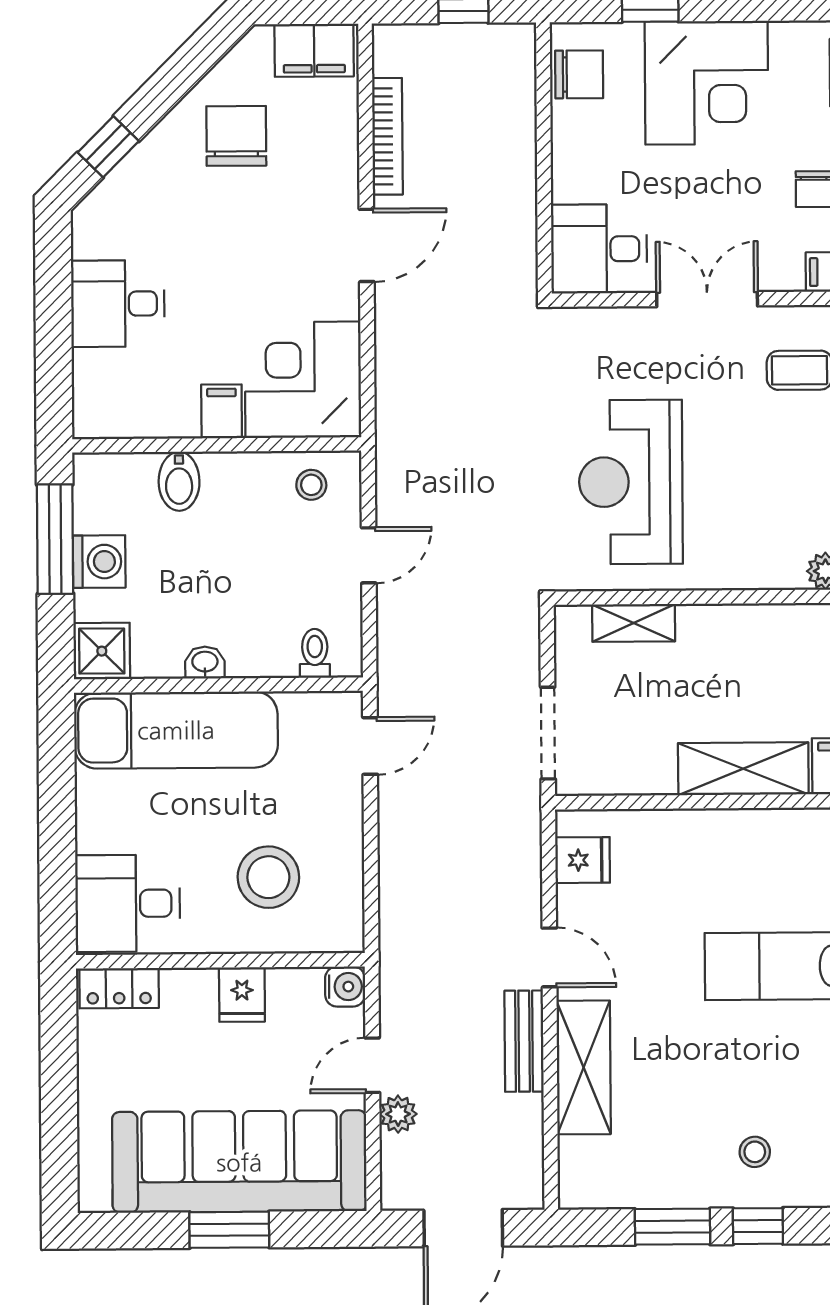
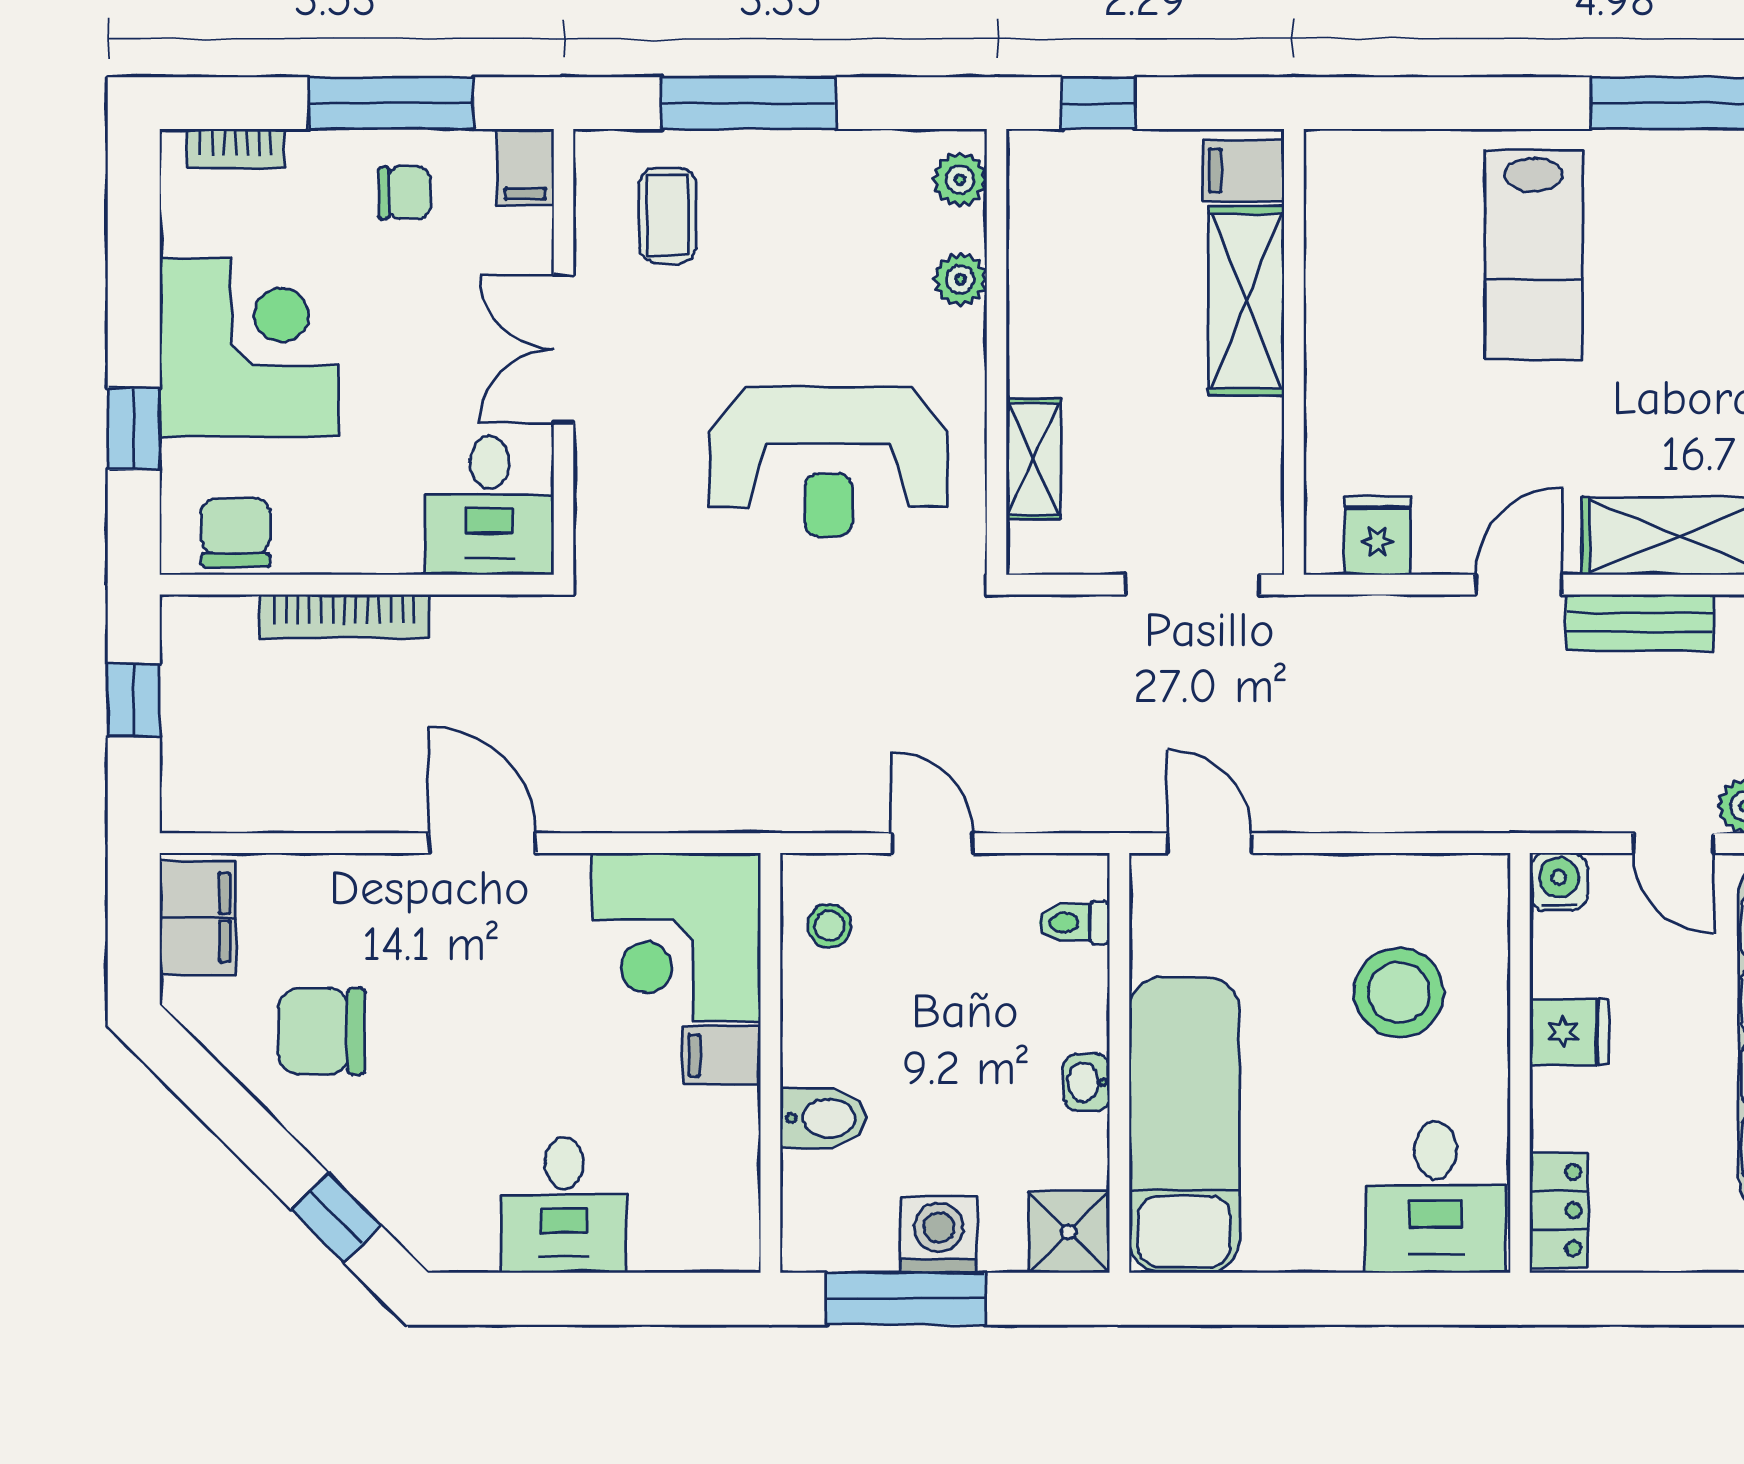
bookcase: (387, 136) -> (344, 616), moved, turned 180
plant: (757, 572) -> (960, 279), added

